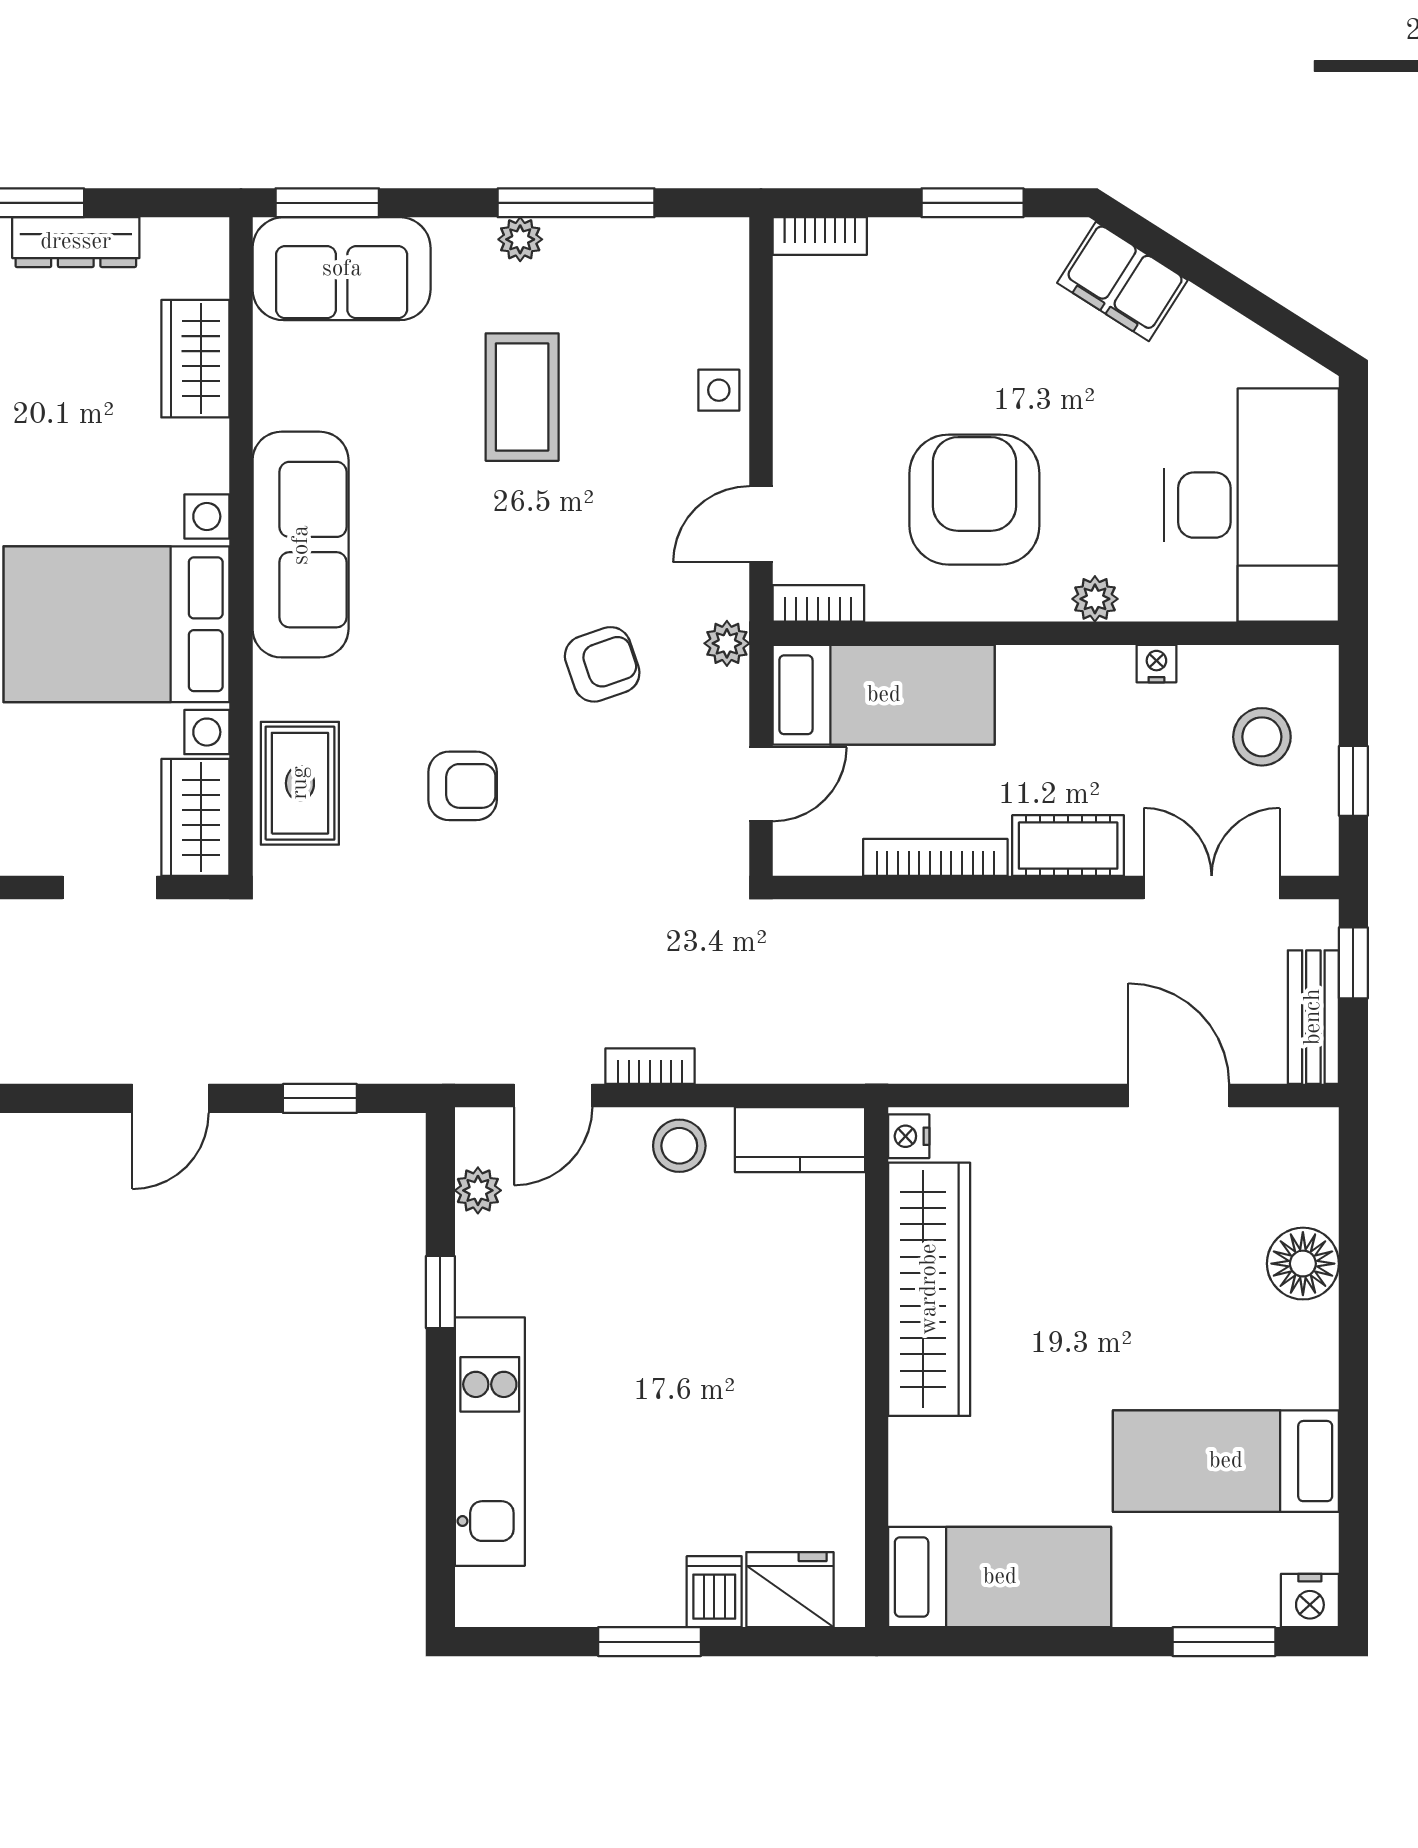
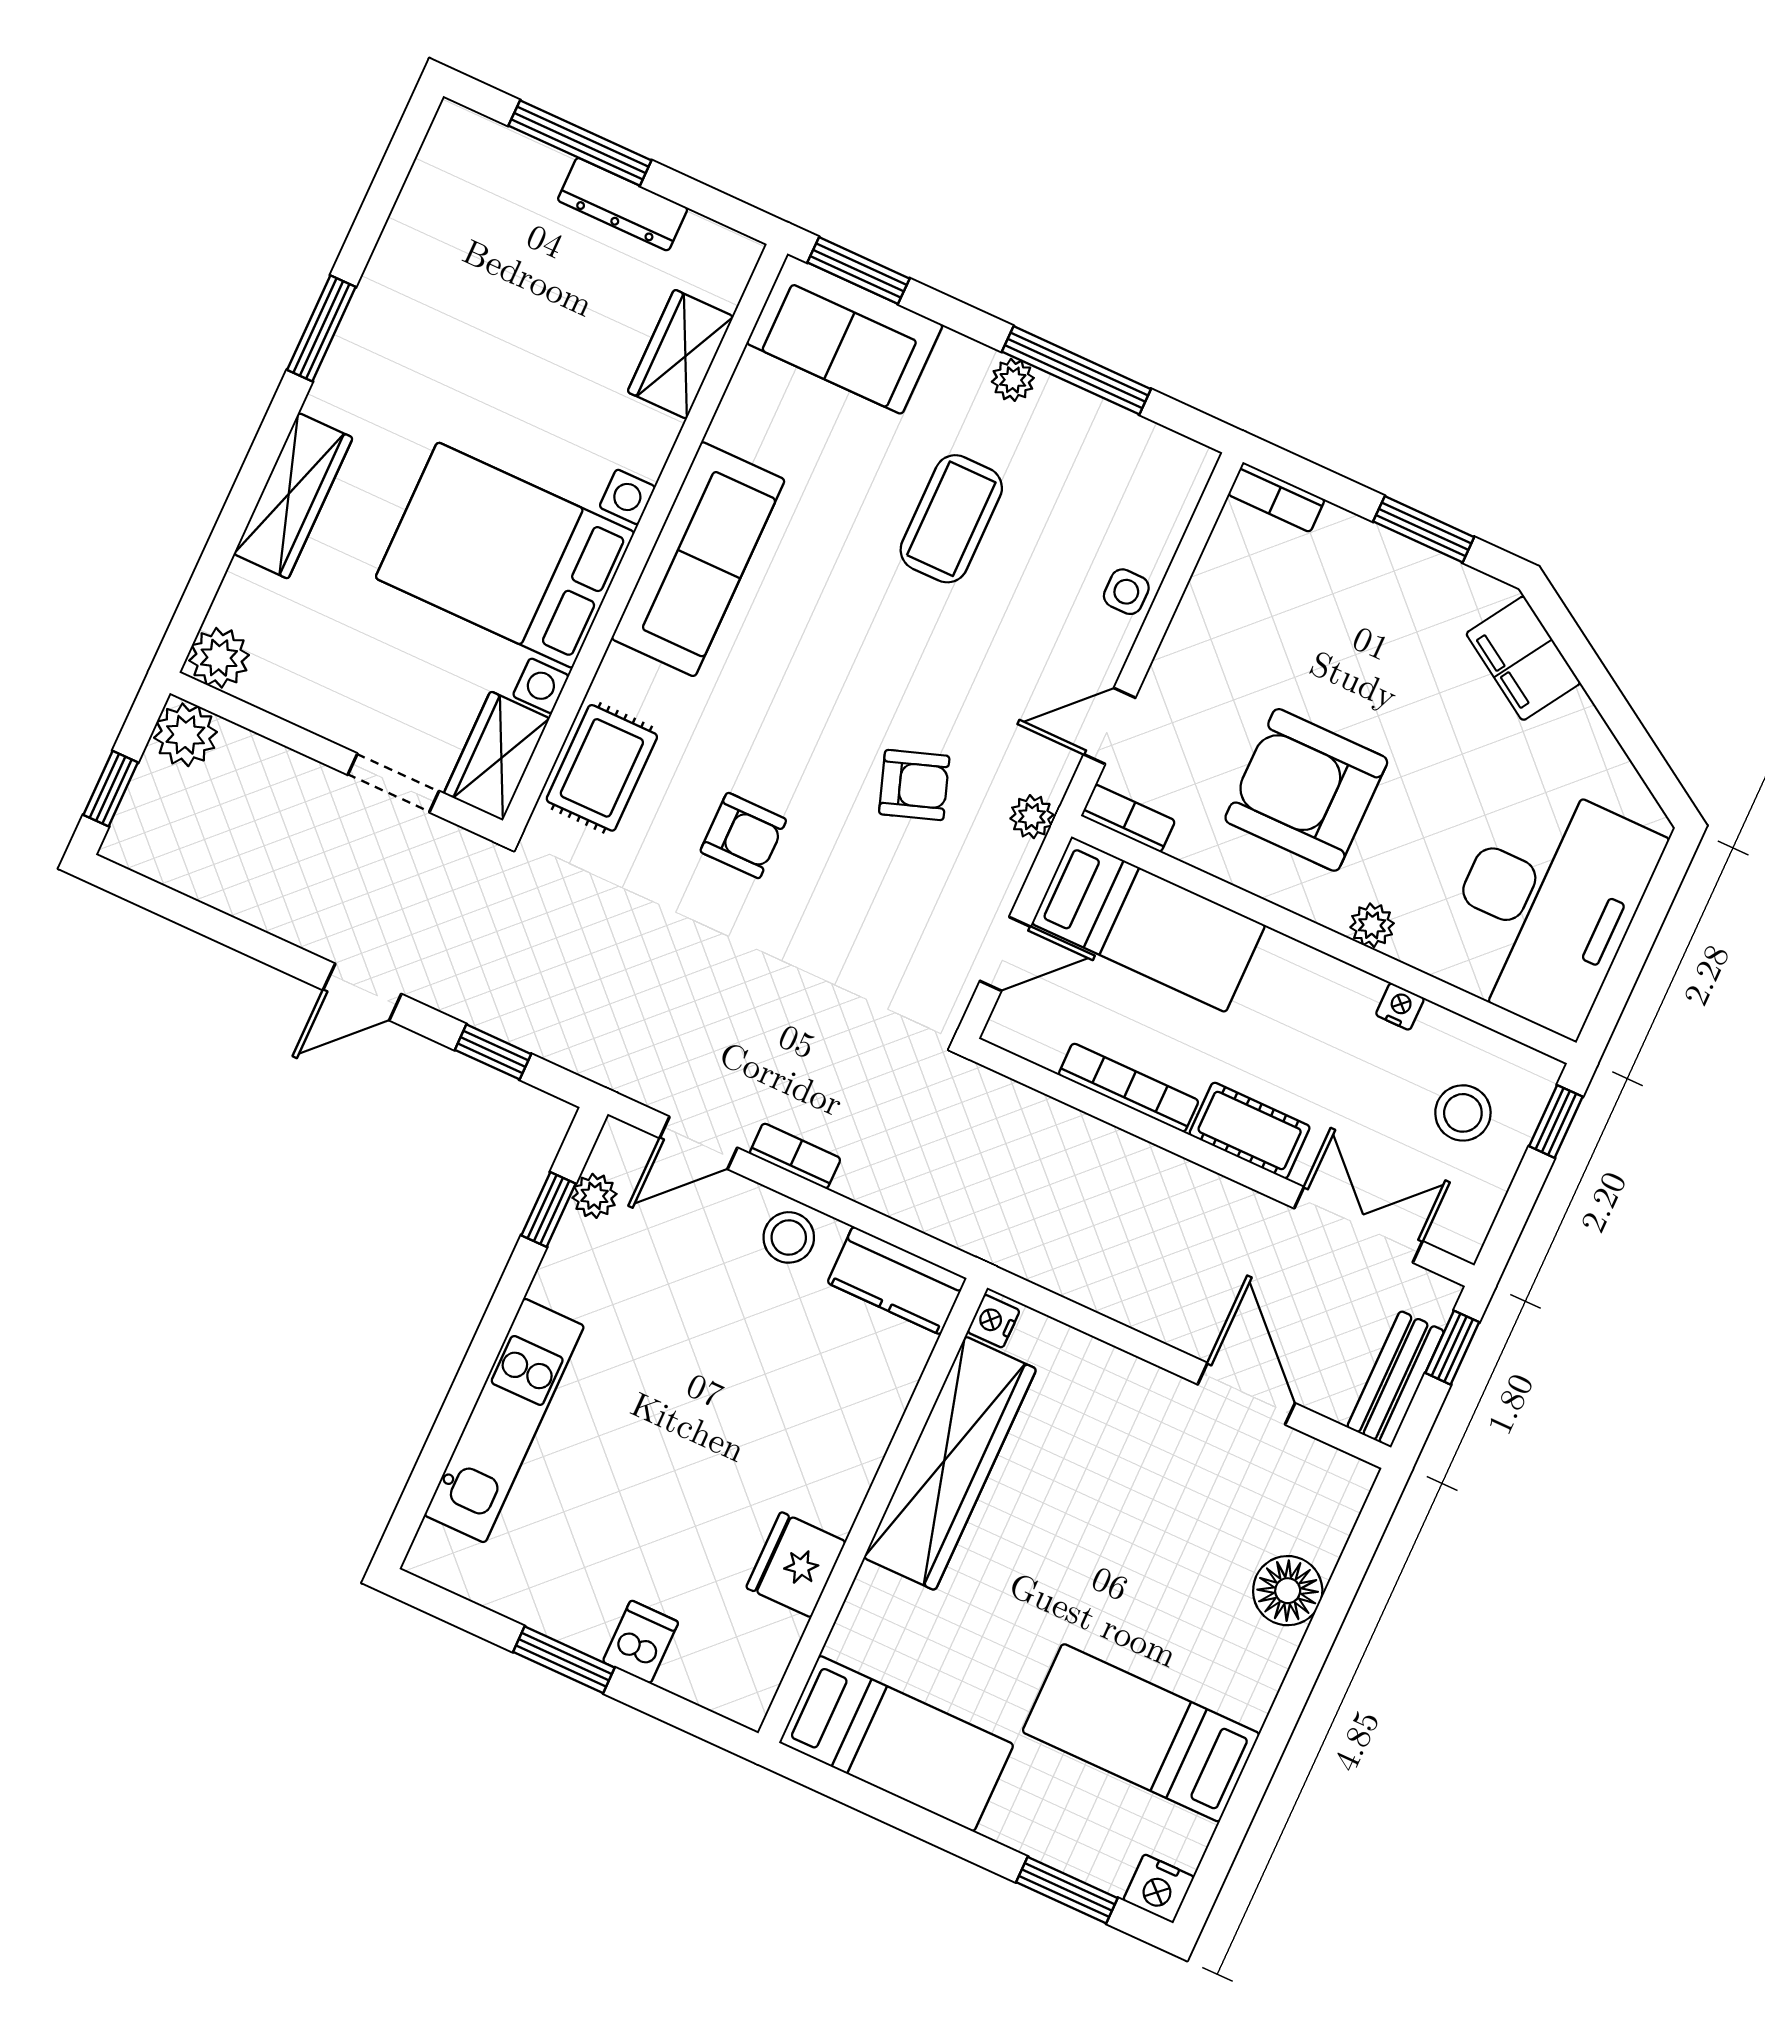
armchair: (974, 500) -> (1306, 790), turned -90
window: (1353, 781) -> (1556, 1121), moved
window: (440, 1292) -> (548, 1209), moved
fridge: (790, 1590) -> (796, 1565), moved, turned -90

